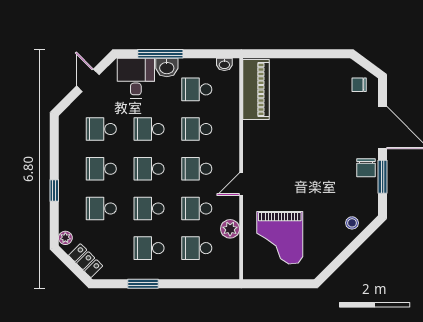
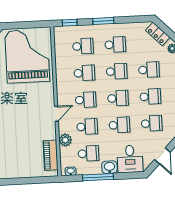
window: (160, 54) -> (98, 177), moved
piano: (256, 89) -> (51, 155), width x0.73, depth x0.75
door: (241, 184) -> (56, 114), moved
plant: (230, 229) -> (65, 140), moved
grand piano: (280, 238) -> (27, 56), width x1.37, depth x1.48
window: (143, 284) -> (103, 21), moved
window: (215, 284) -> (70, 23), added

